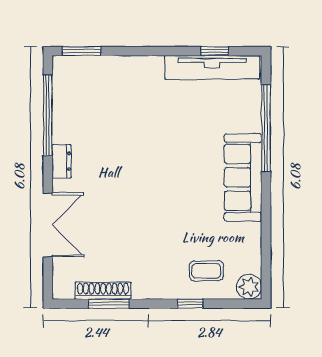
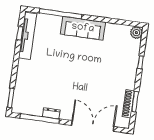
dresser: (62, 161) -> (51, 113), moved
double door: (48, 225) -> (93, 126), width x1.36
coffee table: (206, 271) -> (126, 52), removed

